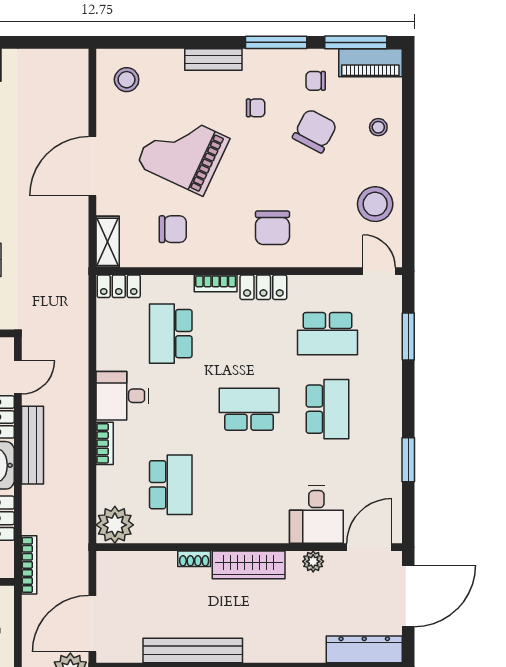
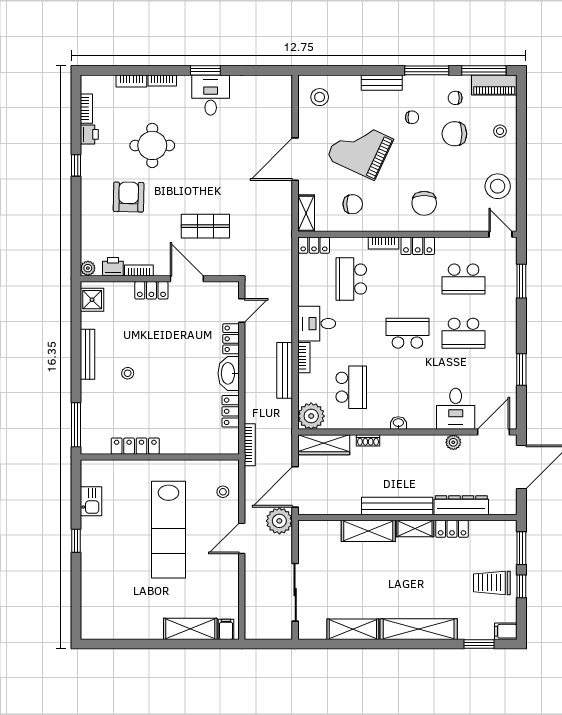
chair: (315, 131) -> (454, 134), turned -118
school desk: (327, 409) -> (464, 333), turned 90
bench: (32, 445) -> (285, 370), moved
washbasin: (237, 535) -> (398, 423), added
wardrobe: (249, 565) -> (324, 445), moved
dresser: (364, 649) -> (461, 505), moved
bench: (193, 650) -> (397, 506), moved

